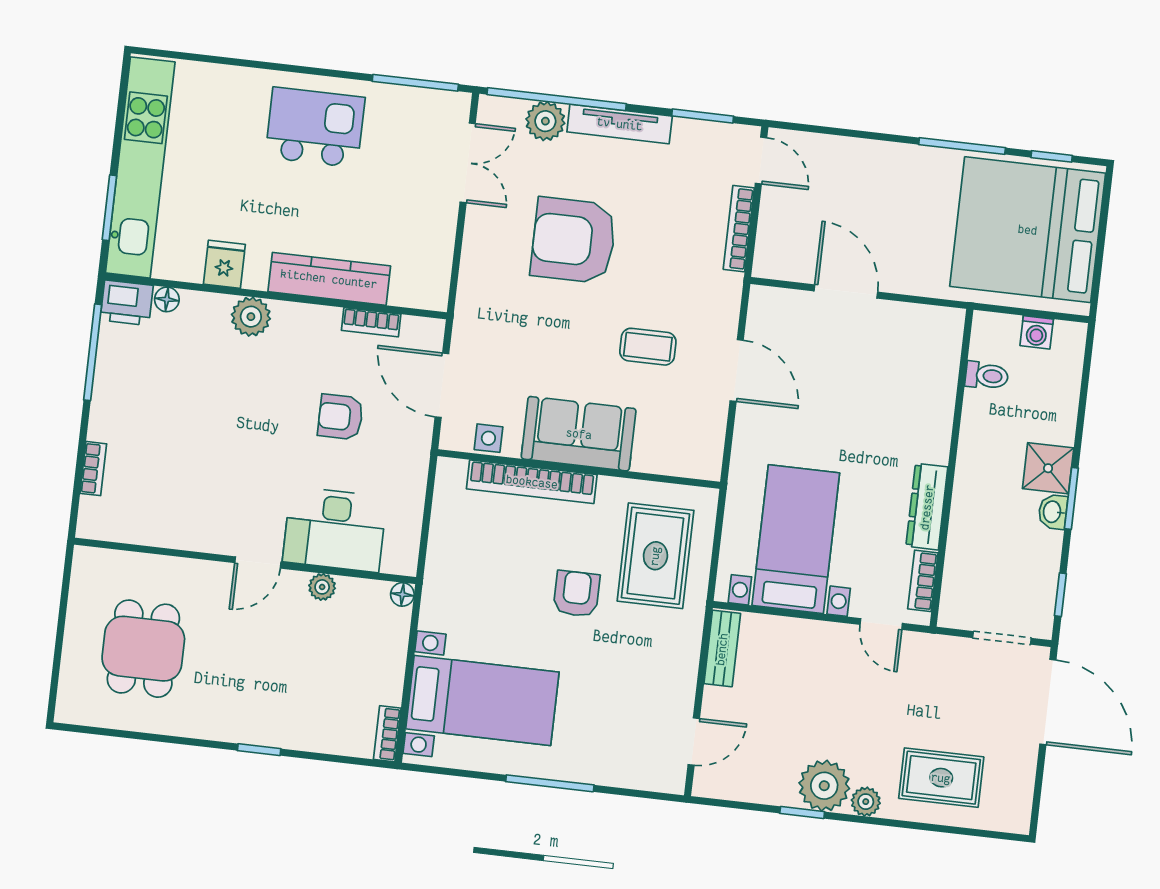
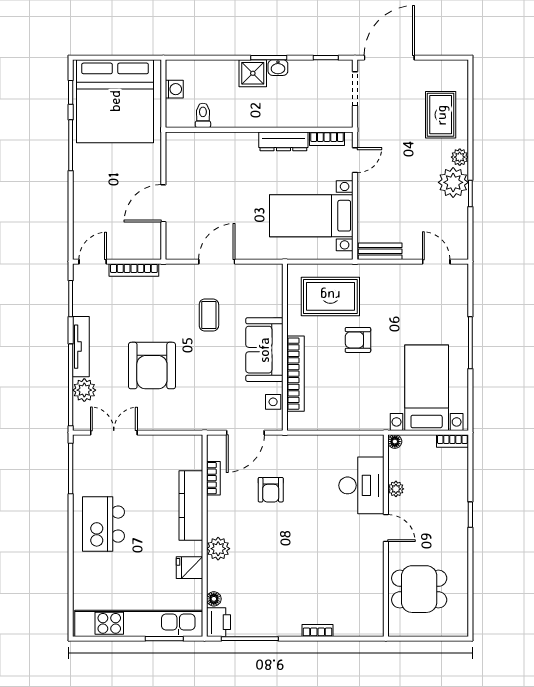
desk: (335, 529) -> (361, 485), moved
wall: (245, 561) -> (386, 536), moved
door: (258, 562) -> (386, 528), moved
plant: (322, 587) -> (396, 489), moved
floor lamp: (402, 594) -> (395, 442), moved

